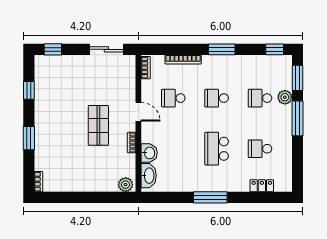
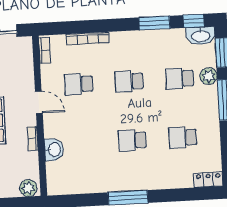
window: (222, 49) -> (154, 23), moved
school desk: (217, 149) -> (132, 140), width x0.54
washbasin: (149, 176) -> (201, 36), moved, turned 90
locker: (262, 186) -> (208, 180), moved

